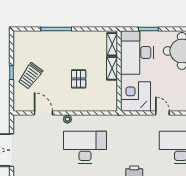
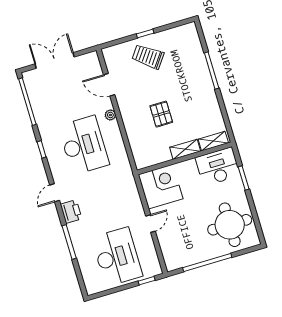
desk: (137, 53) -> (218, 167), width x0.73, depth x0.77
pallet: (79, 79) -> (161, 114), turned 90
door: (43, 113) -> (109, 85), swing flipped

